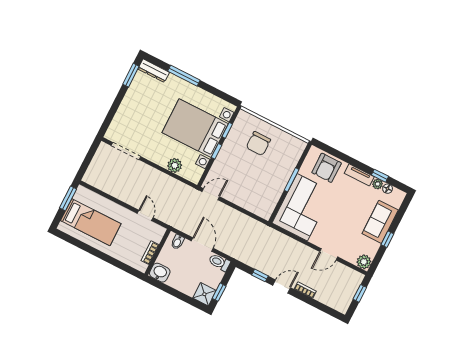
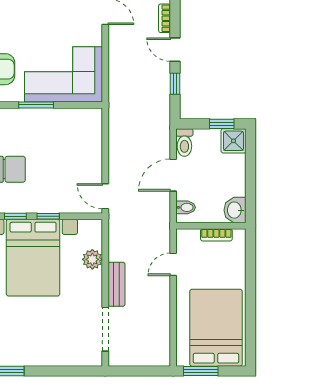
bench: (151, 173) -> (116, 284), added
bed: (91, 222) -> (216, 328), width x1.50

